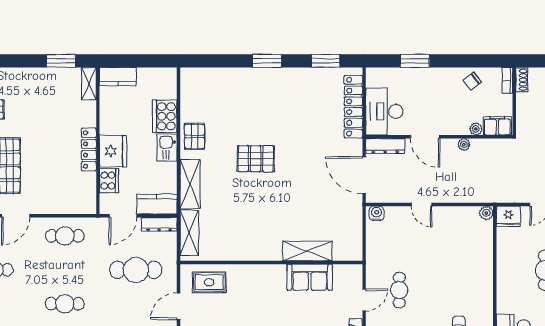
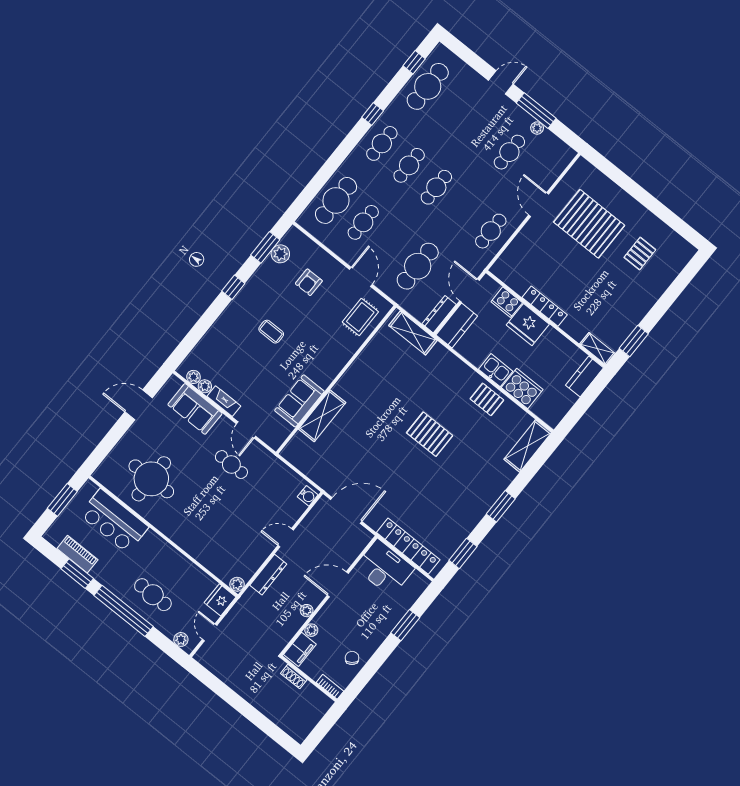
shoe rack: (522, 80) -> (294, 677), moved
dresser: (385, 146) -> (268, 575), moved, turned 180
pallet: (256, 159) -> (430, 434), turned 90
shelving: (190, 184) -> (528, 446), moved, turned 90

